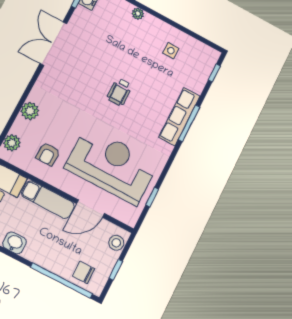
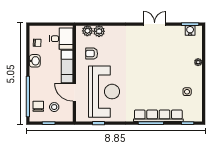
double door: (53, 44) -> (155, 24), width x0.73
wheelchair: (119, 92) -> (147, 75), removed
plant: (30, 111) -> (99, 31), moved
row of seats: (179, 117) -> (158, 116), width x1.36
stool: (116, 243) -> (54, 107), moved

